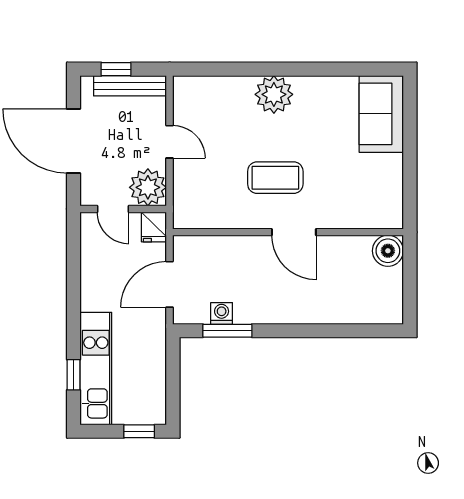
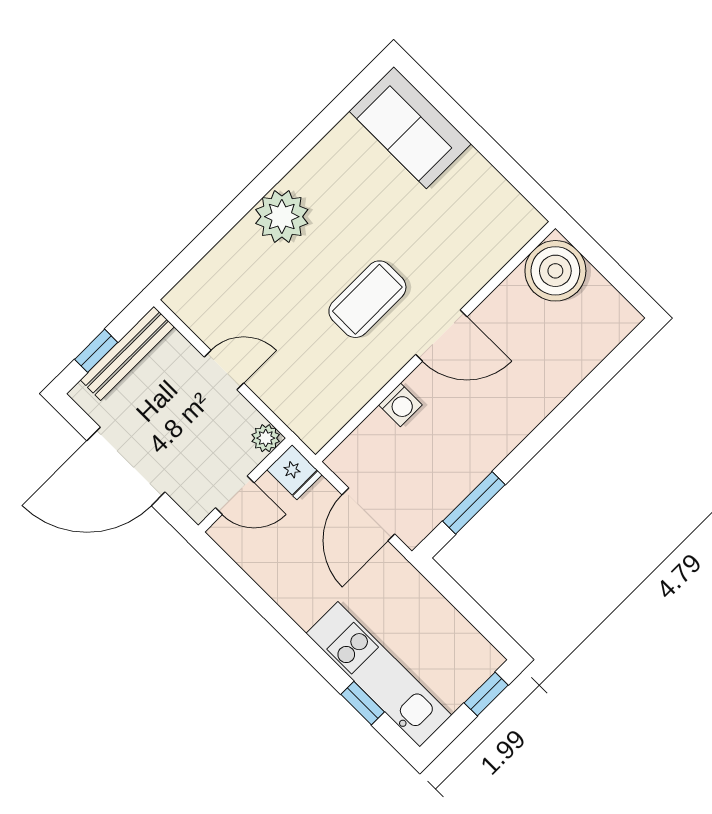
plant: (148, 187) -> (266, 438), width x0.53, depth x0.53
boiler: (388, 251) -> (555, 271), width x1.37, depth x1.37
washing machine: (222, 313) -> (400, 405), moved, turned 180

